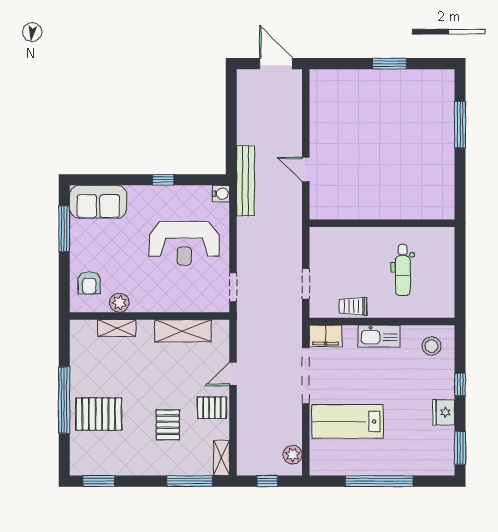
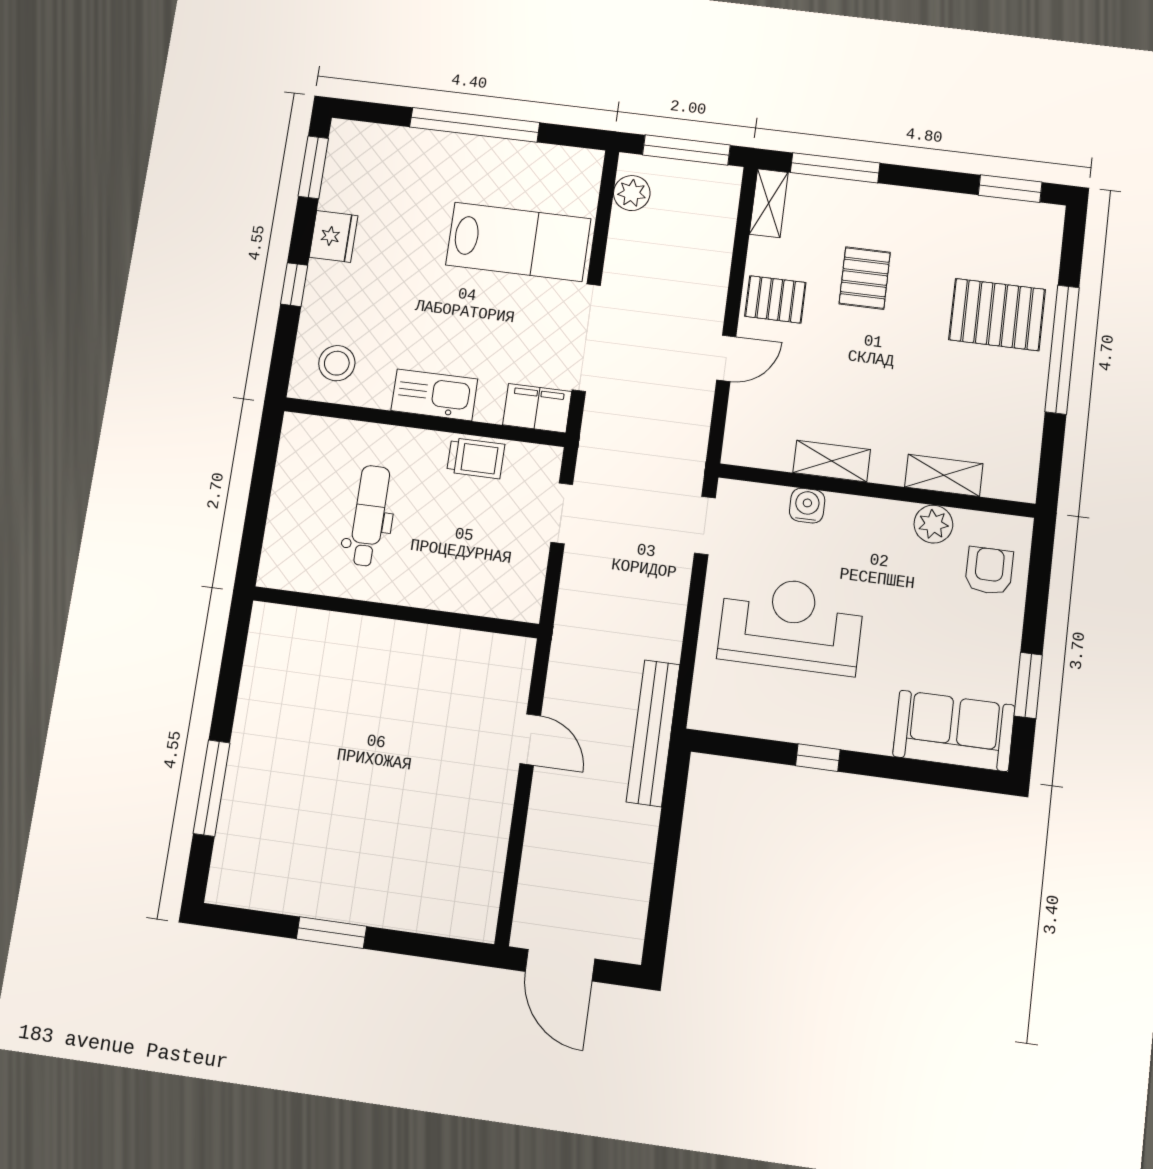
water cooler: (221, 194) -> (807, 506), moved, turned 90
window: (64, 229) -> (1028, 685), width x0.69
shelving: (183, 331) -> (832, 461), width x0.67, depth x0.75
window: (267, 481) -> (686, 150), width x2.17

